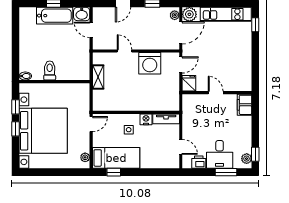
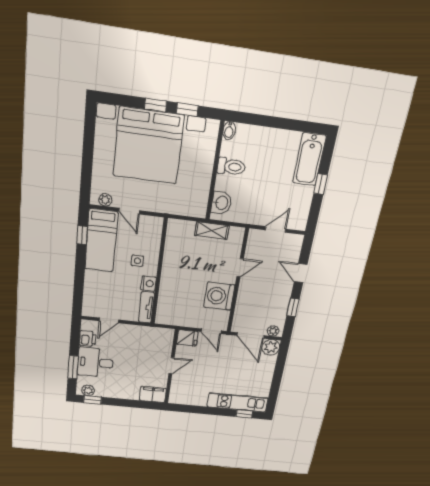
washbasin: (82, 14) -> (221, 203), moved, turned 180
kitchen unit: (226, 14) -> (238, 402), moved, turned 90
bathtub: (55, 16) -> (309, 159), moved
door: (91, 124) -> (129, 211), moved

